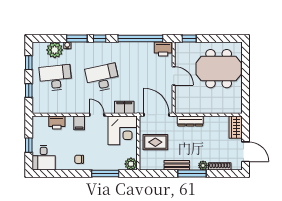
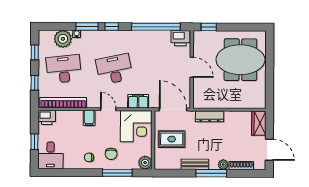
bookcase: (55, 109) -> (63, 103), added
printer: (57, 123) -> (47, 117), moved
chair: (100, 156) -> (111, 154), added

